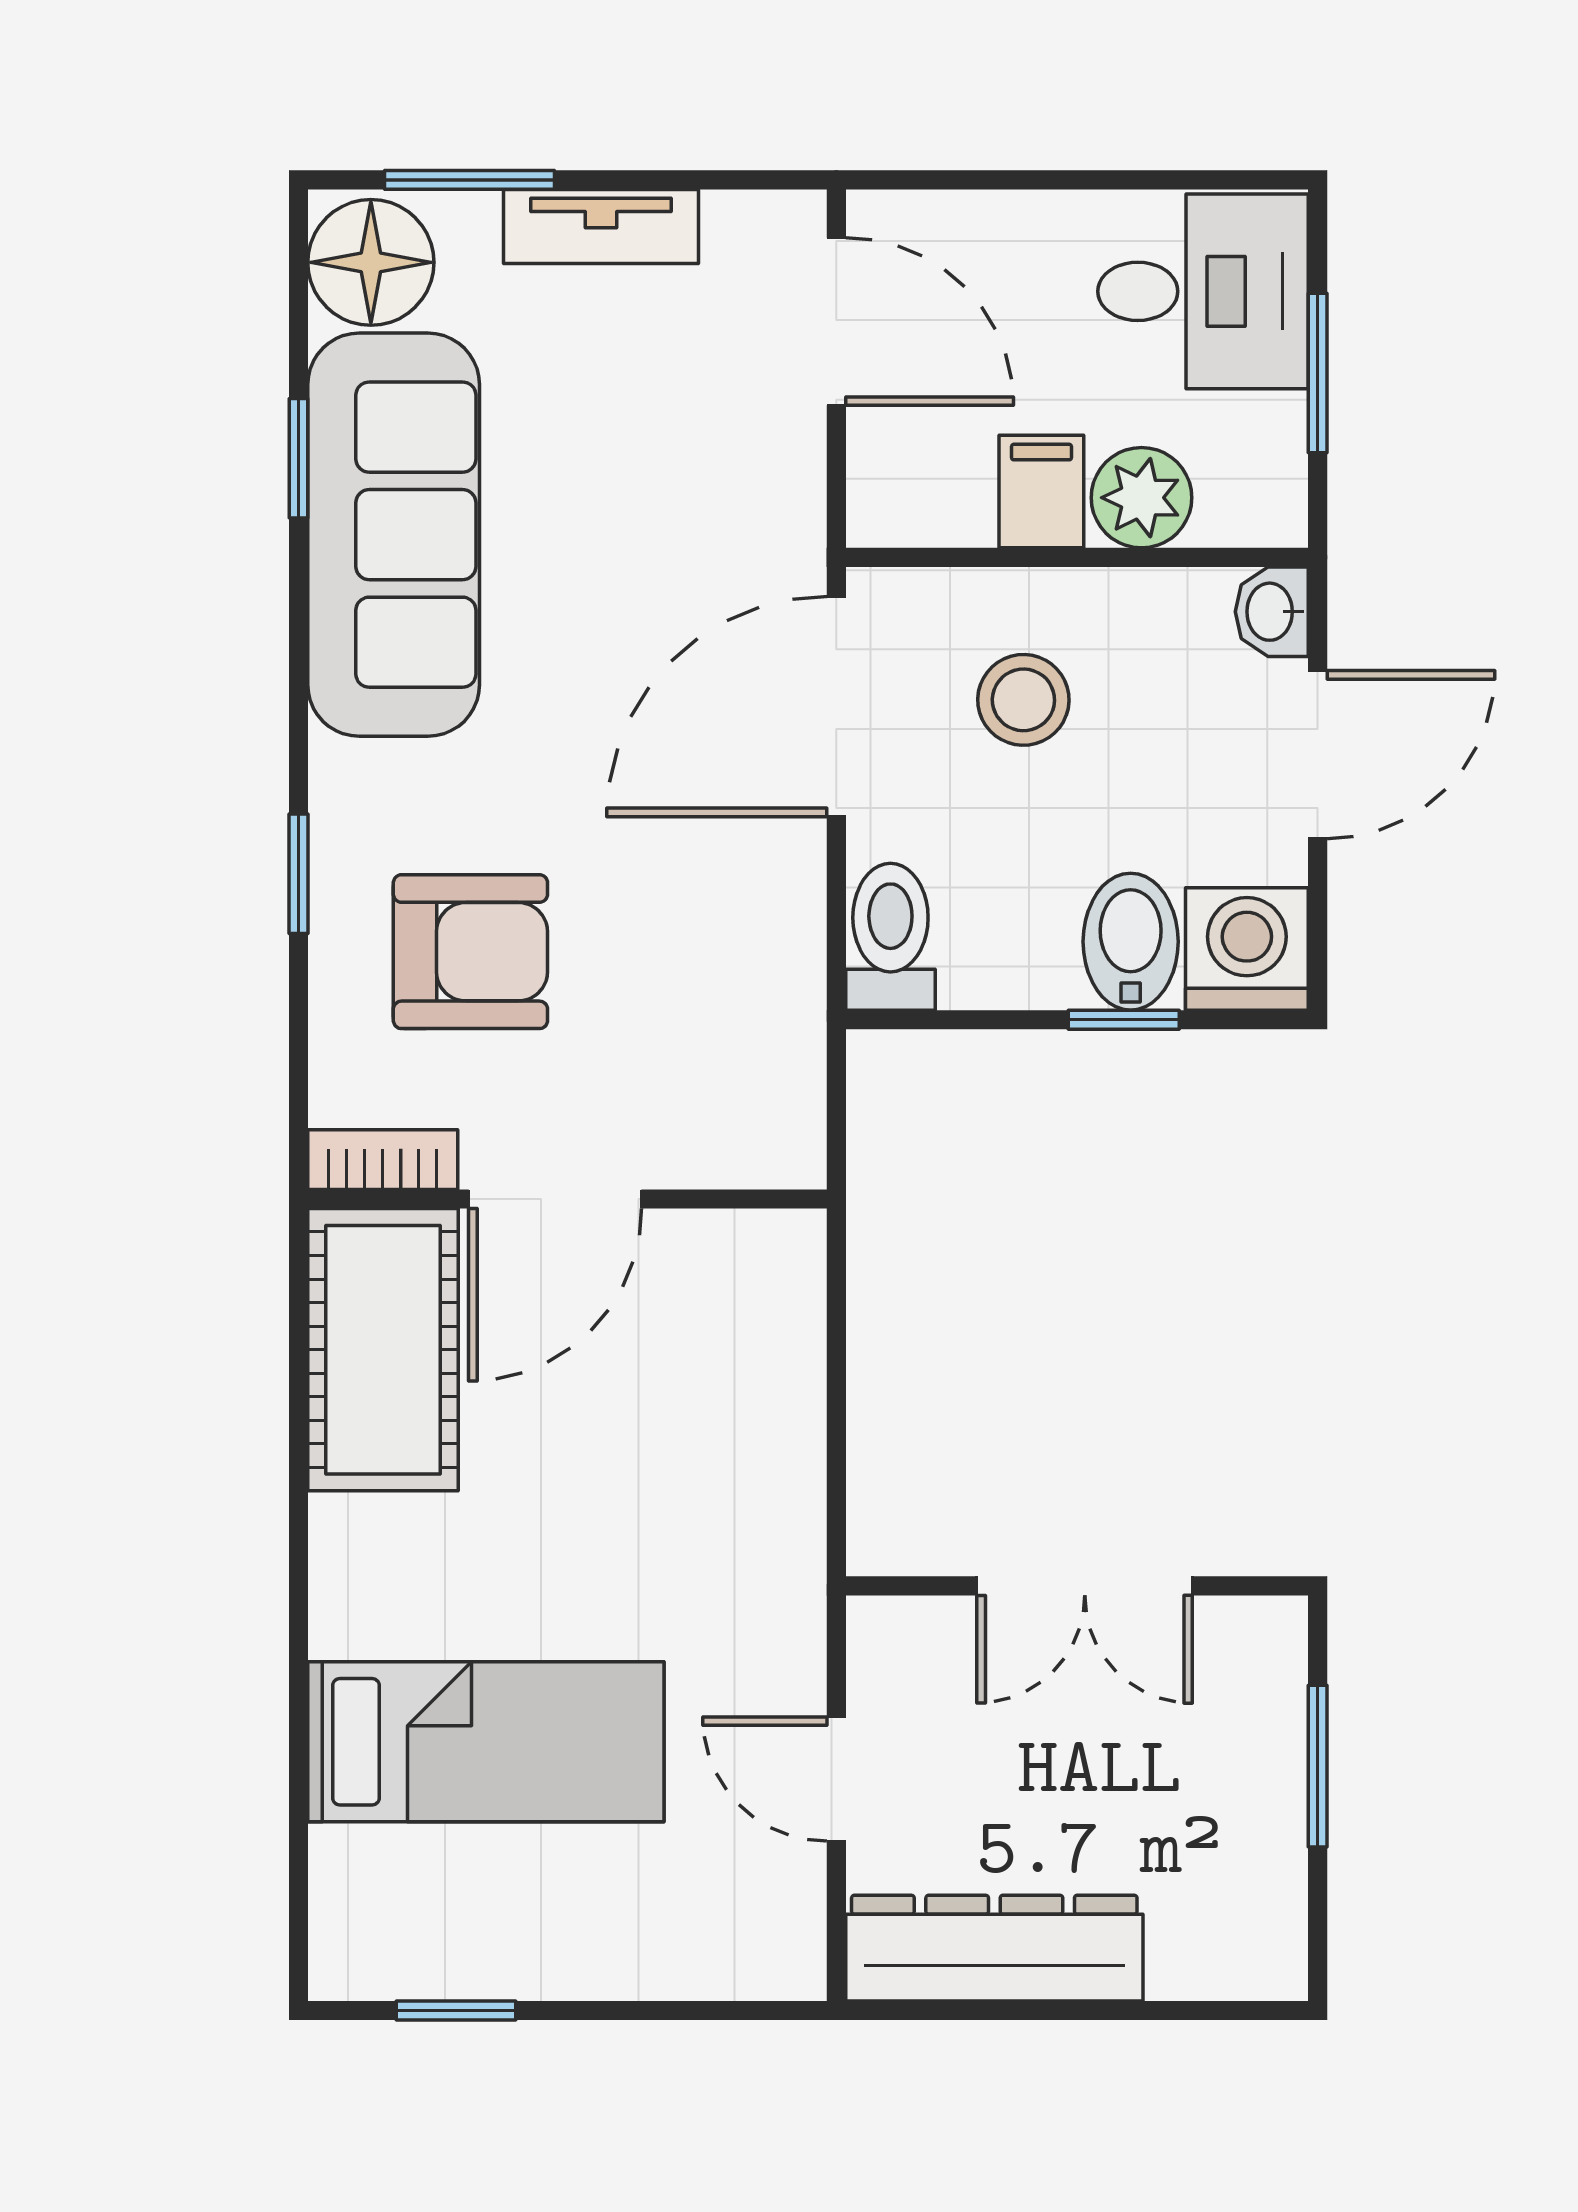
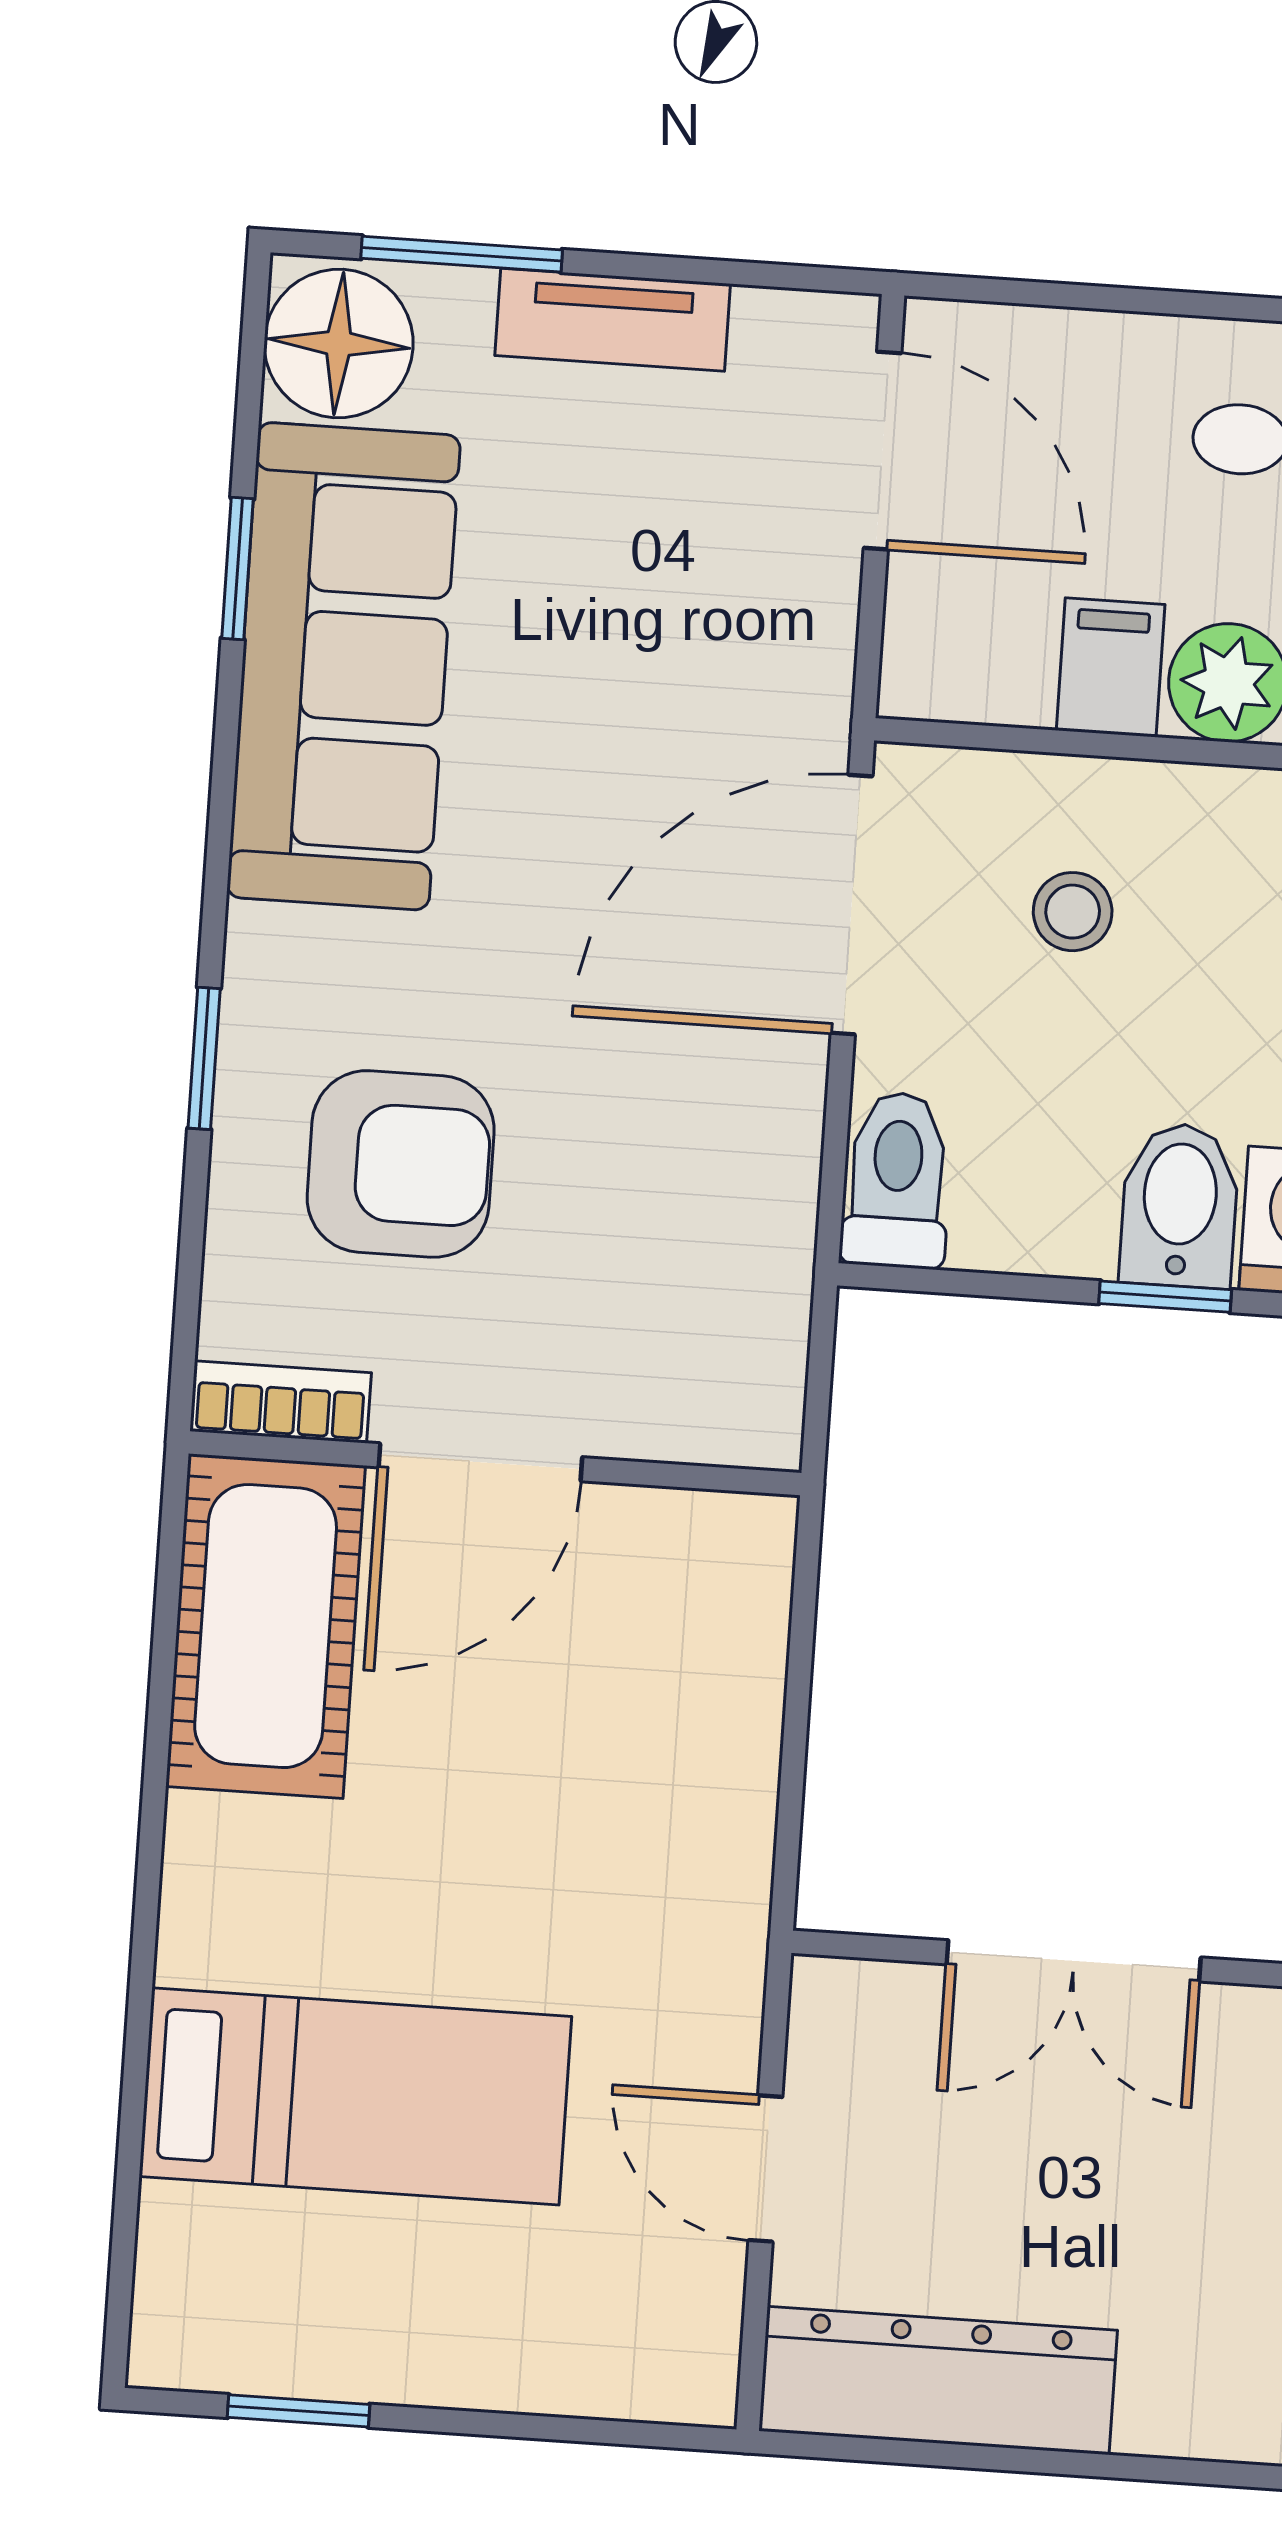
stool: (1023, 700) -> (1073, 912), width x0.73, depth x0.73

